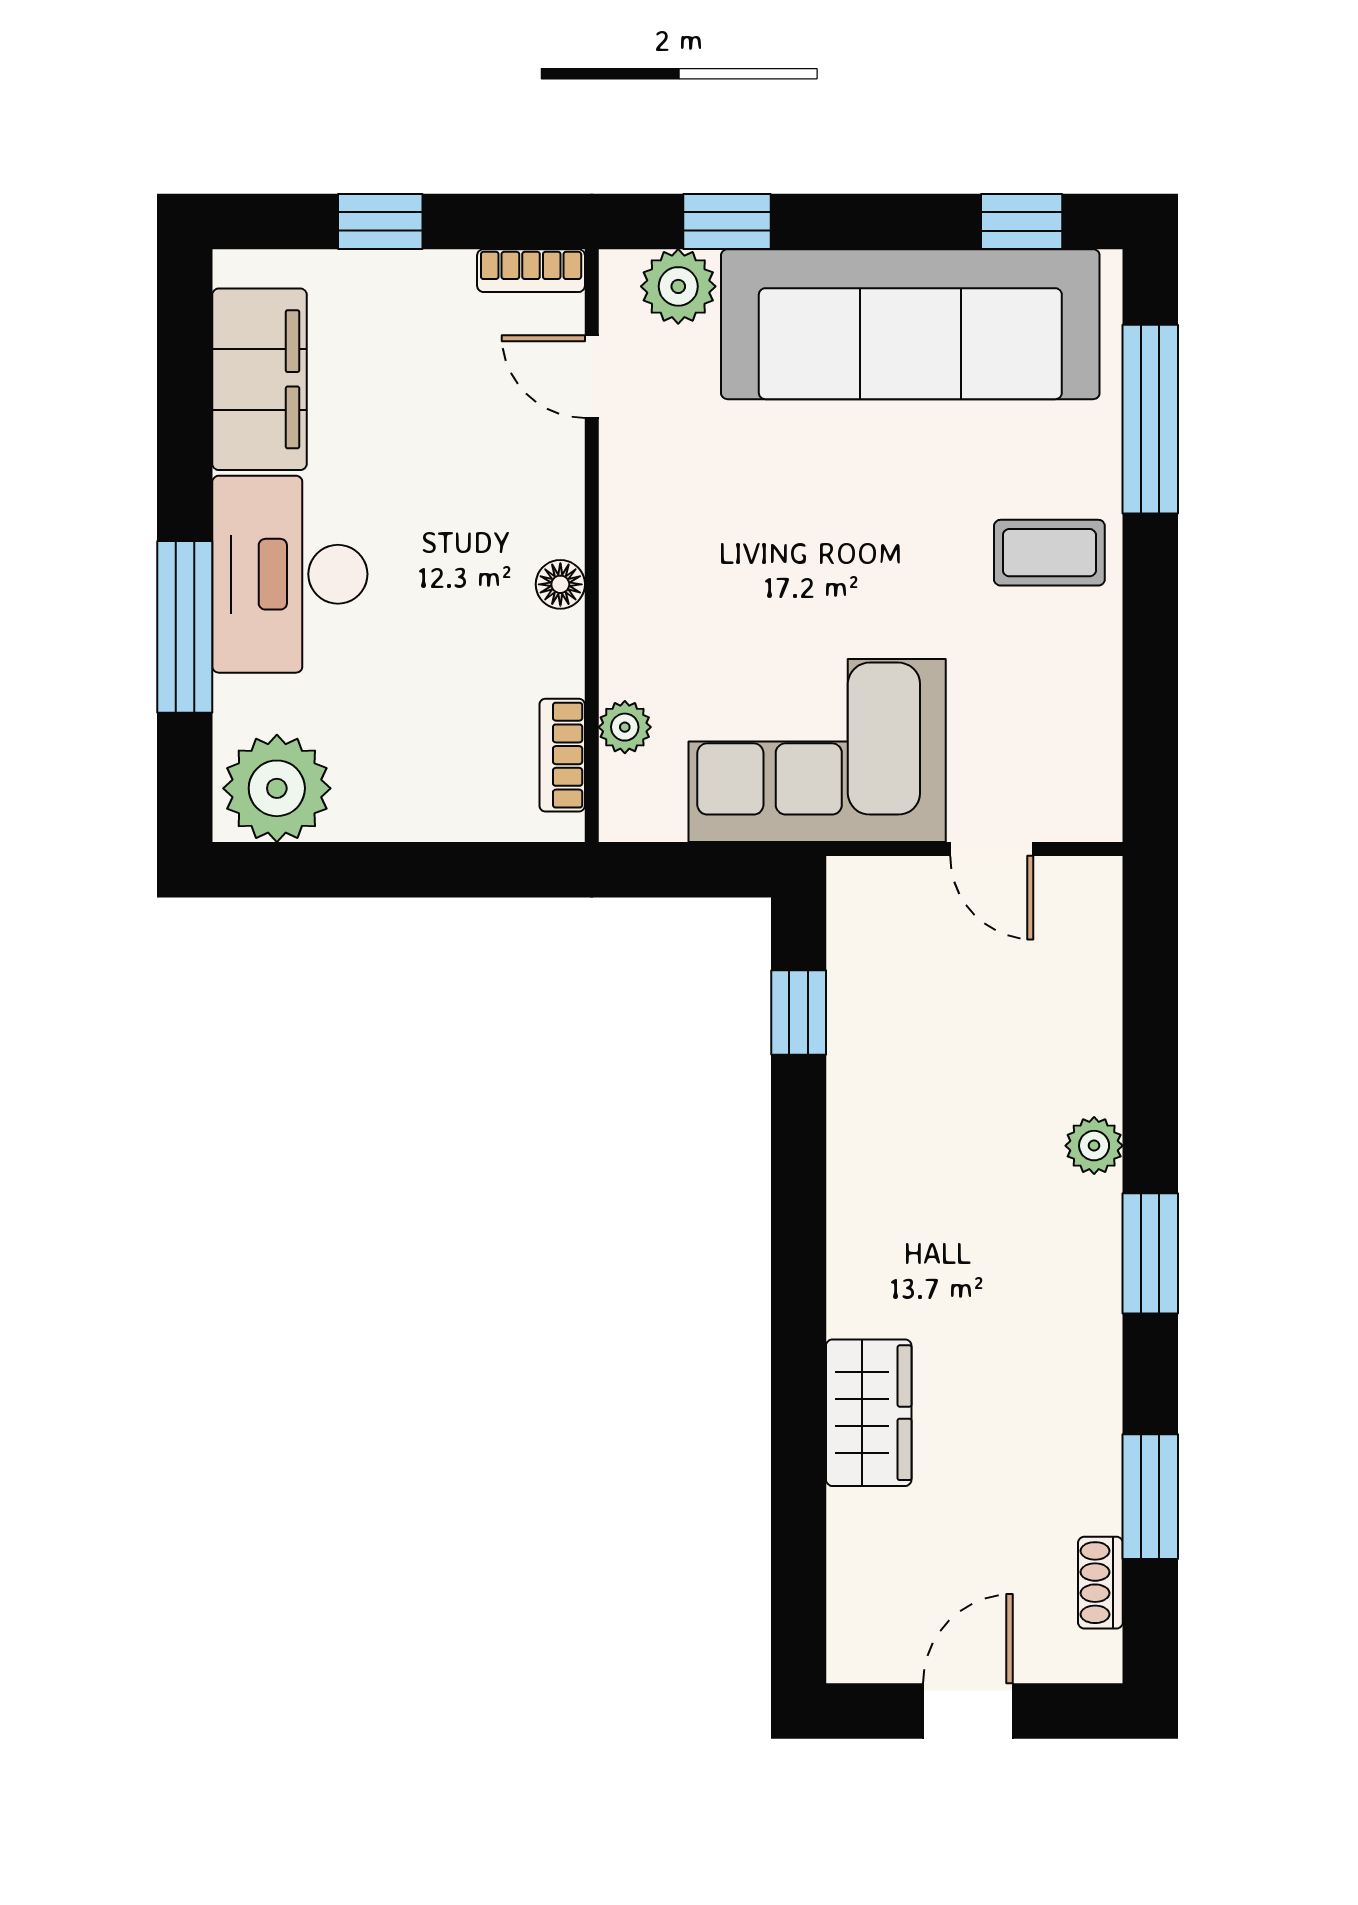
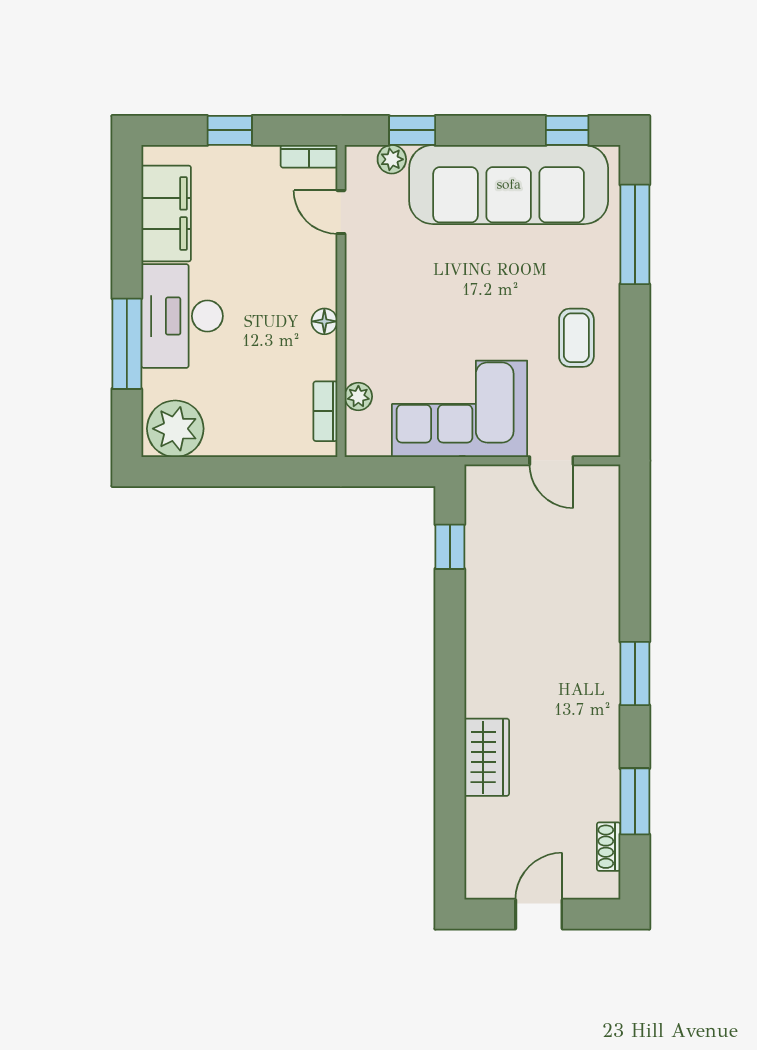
plant: (678, 286) -> (392, 159), width x0.73, depth x0.73
coffee table: (1049, 553) -> (576, 338), moved, turned 90
plant: (1094, 1146) -> (605, 617), removed

